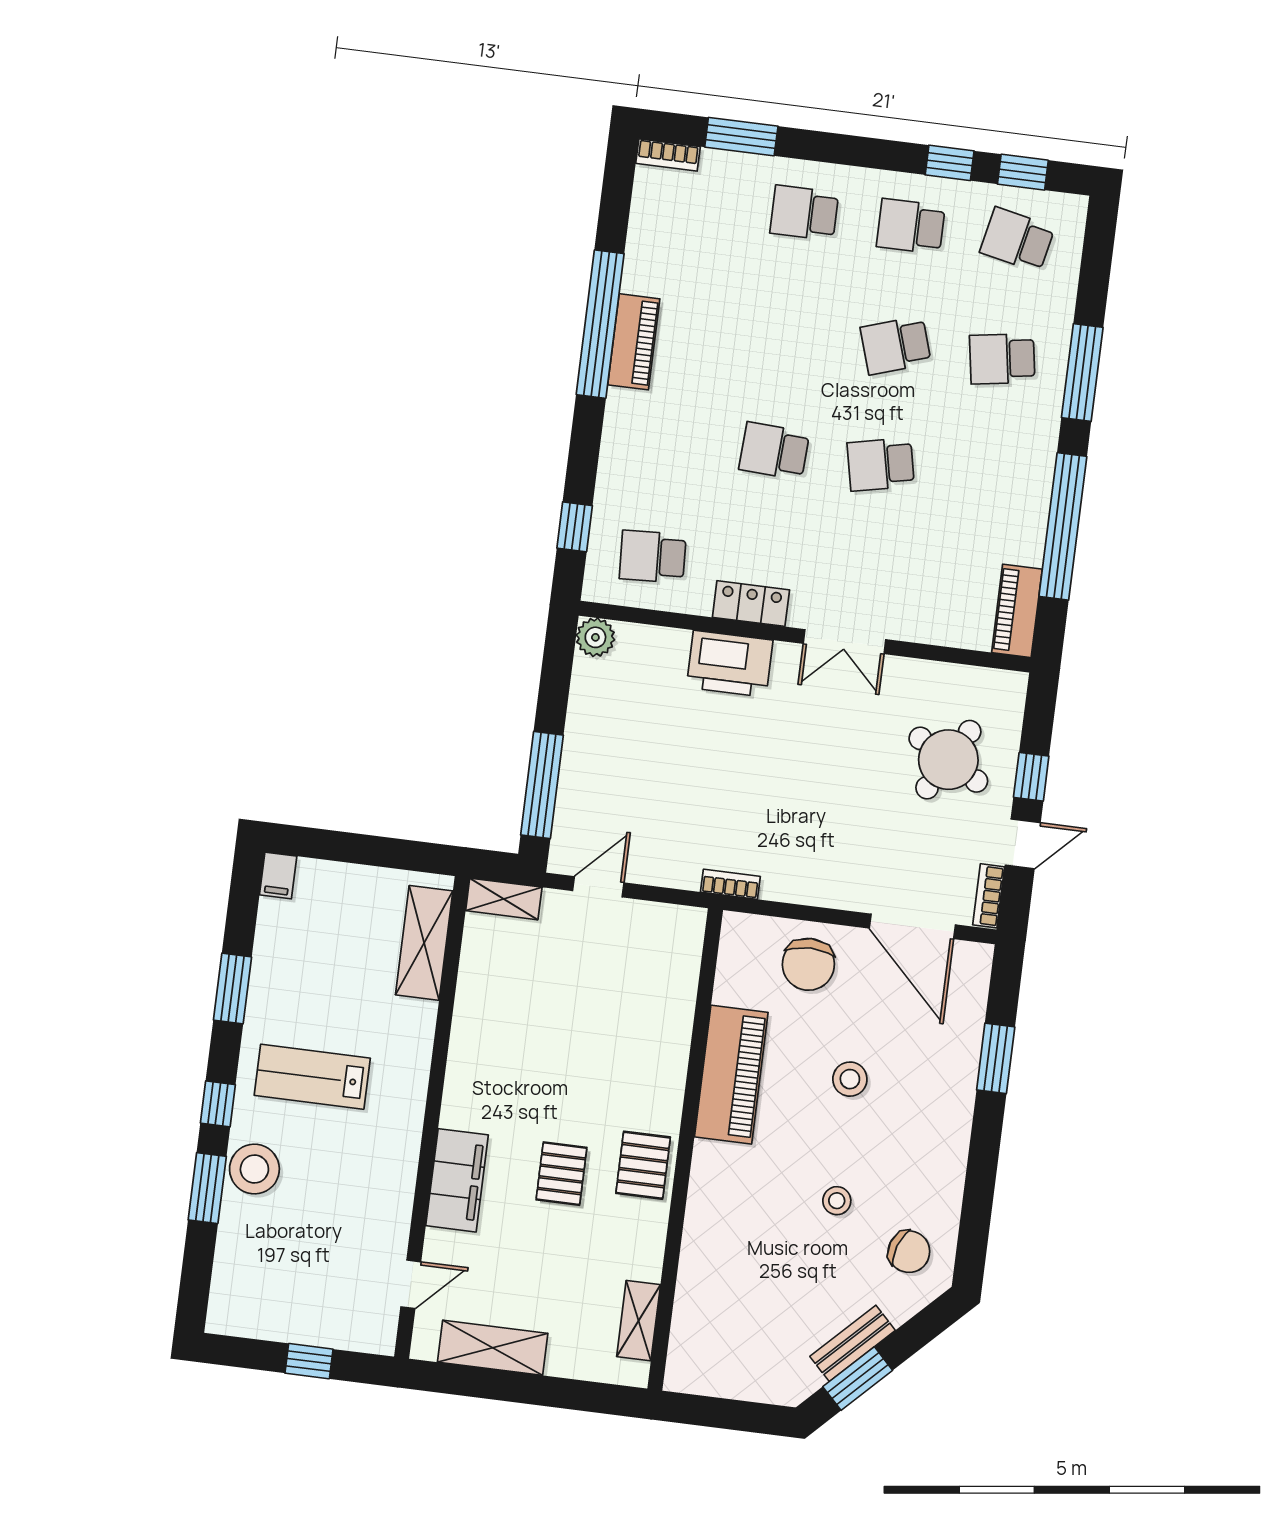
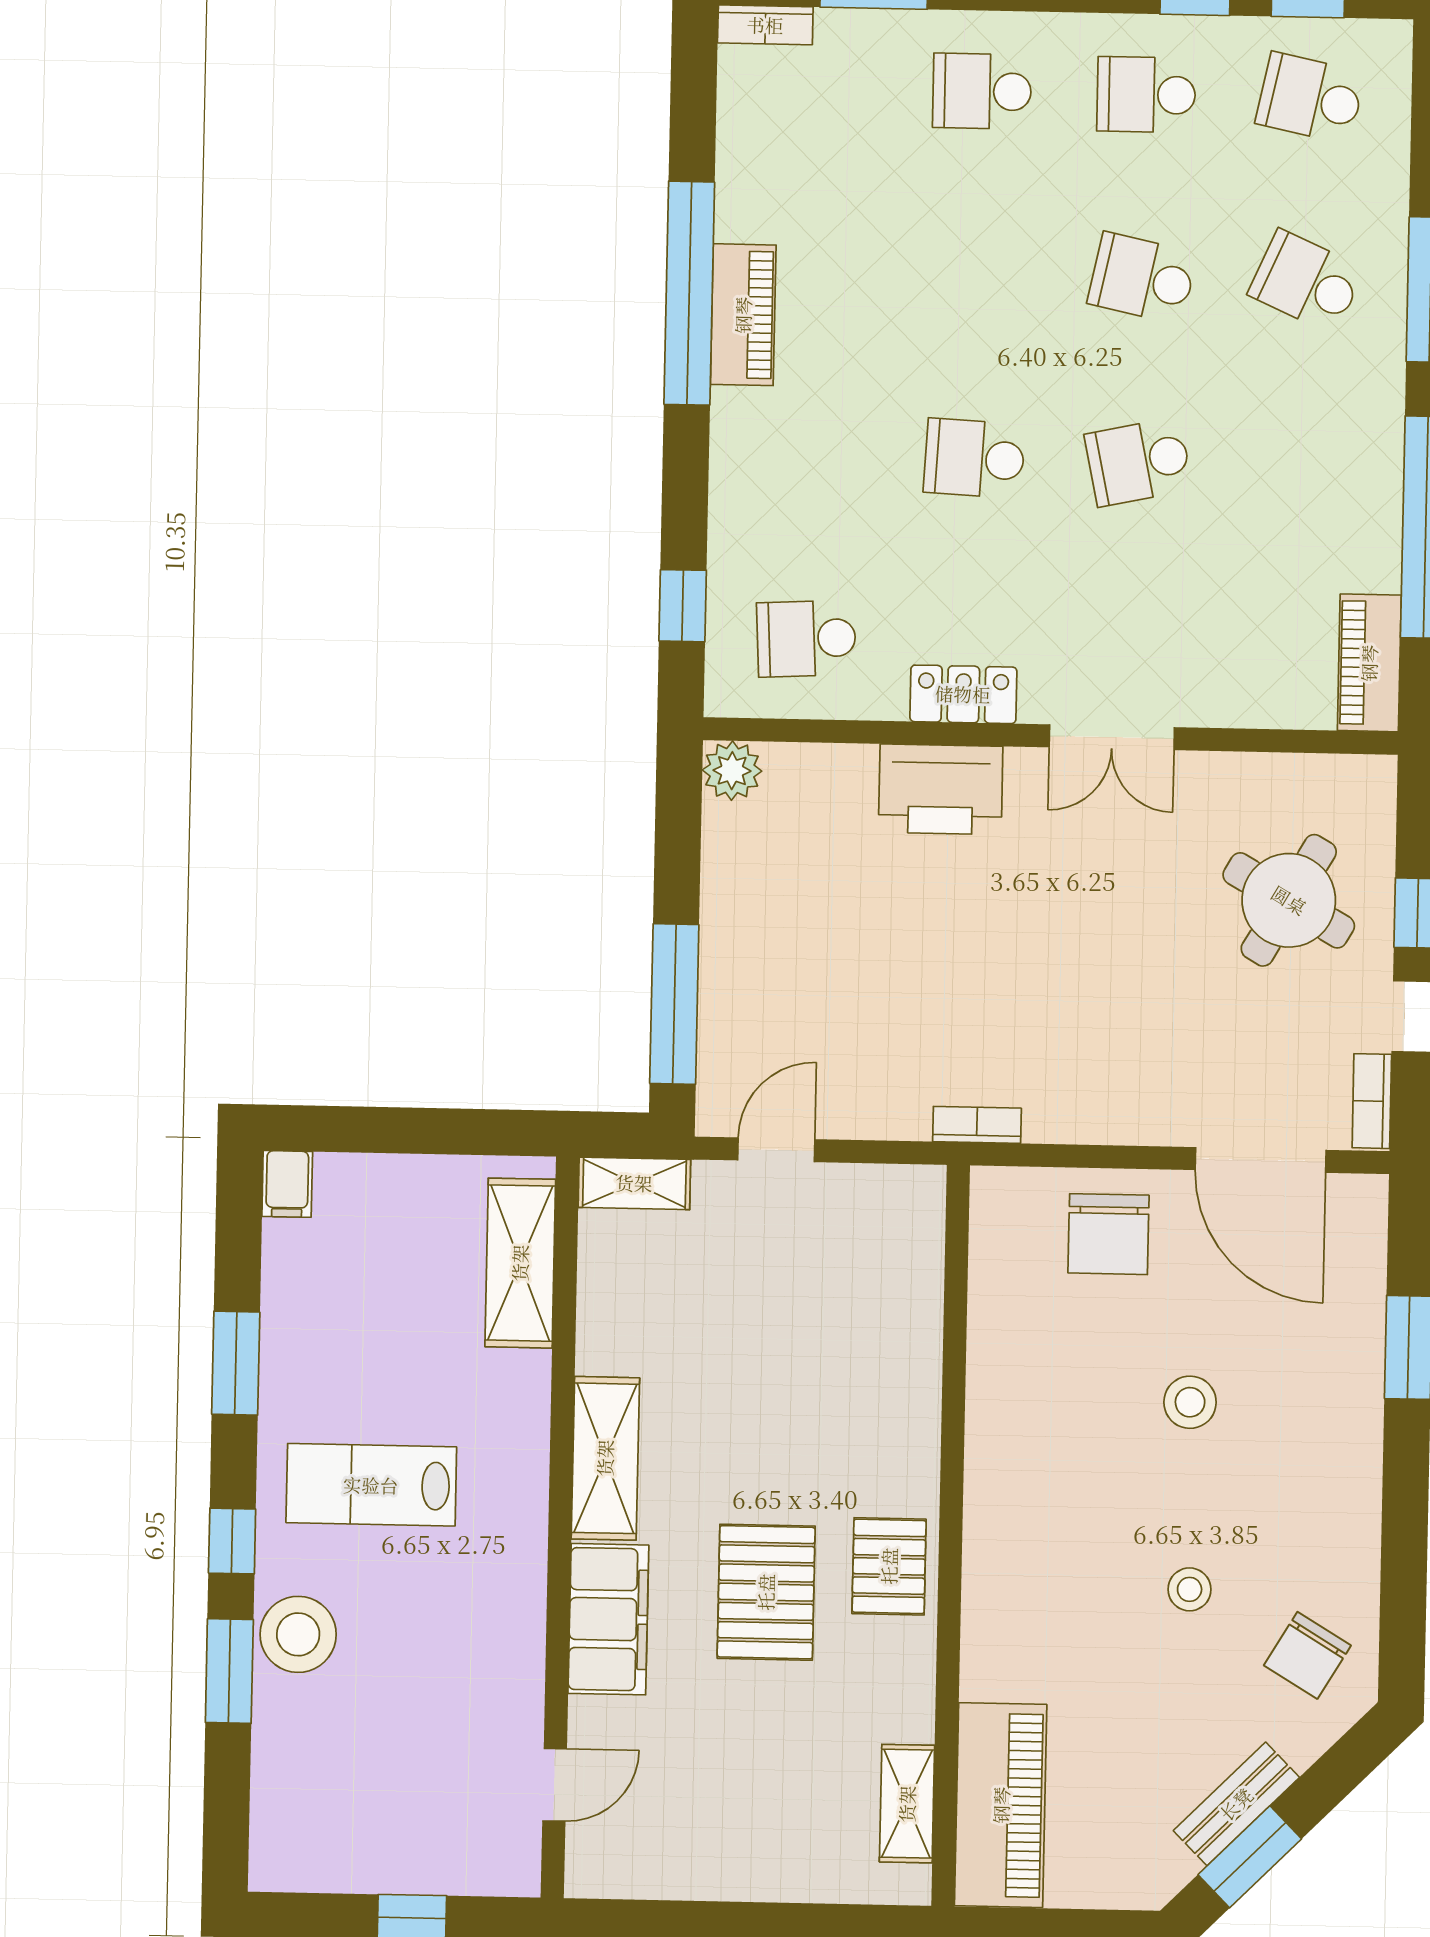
school desk: (896, 345) -> (1142, 278), turned 30
school desk: (1002, 359) -> (1307, 282), turned 33
piano: (731, 1075) -> (1001, 1805), moved
pallet: (561, 1174) -> (766, 1592), width x1.50, depth x1.42
chair: (909, 1252) -> (1307, 1655), turned 102
shelving: (493, 1348) -> (605, 1458), moved, turned 90

